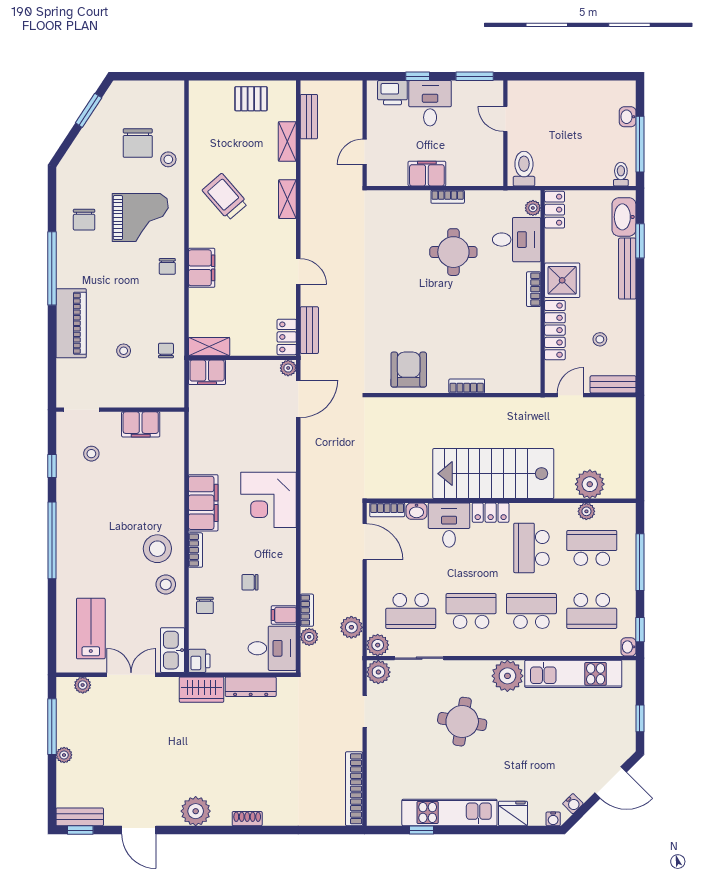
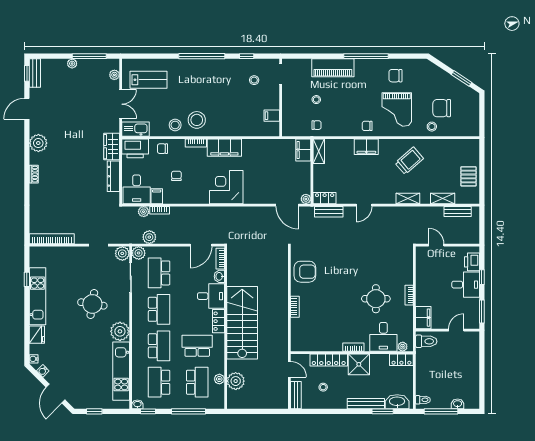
filing cabinet: (427, 174) -> (423, 318), moved
filing cabinet: (141, 424) -> (272, 116), width x0.50
printer: (199, 661) -> (135, 148), width x1.87, depth x1.48

